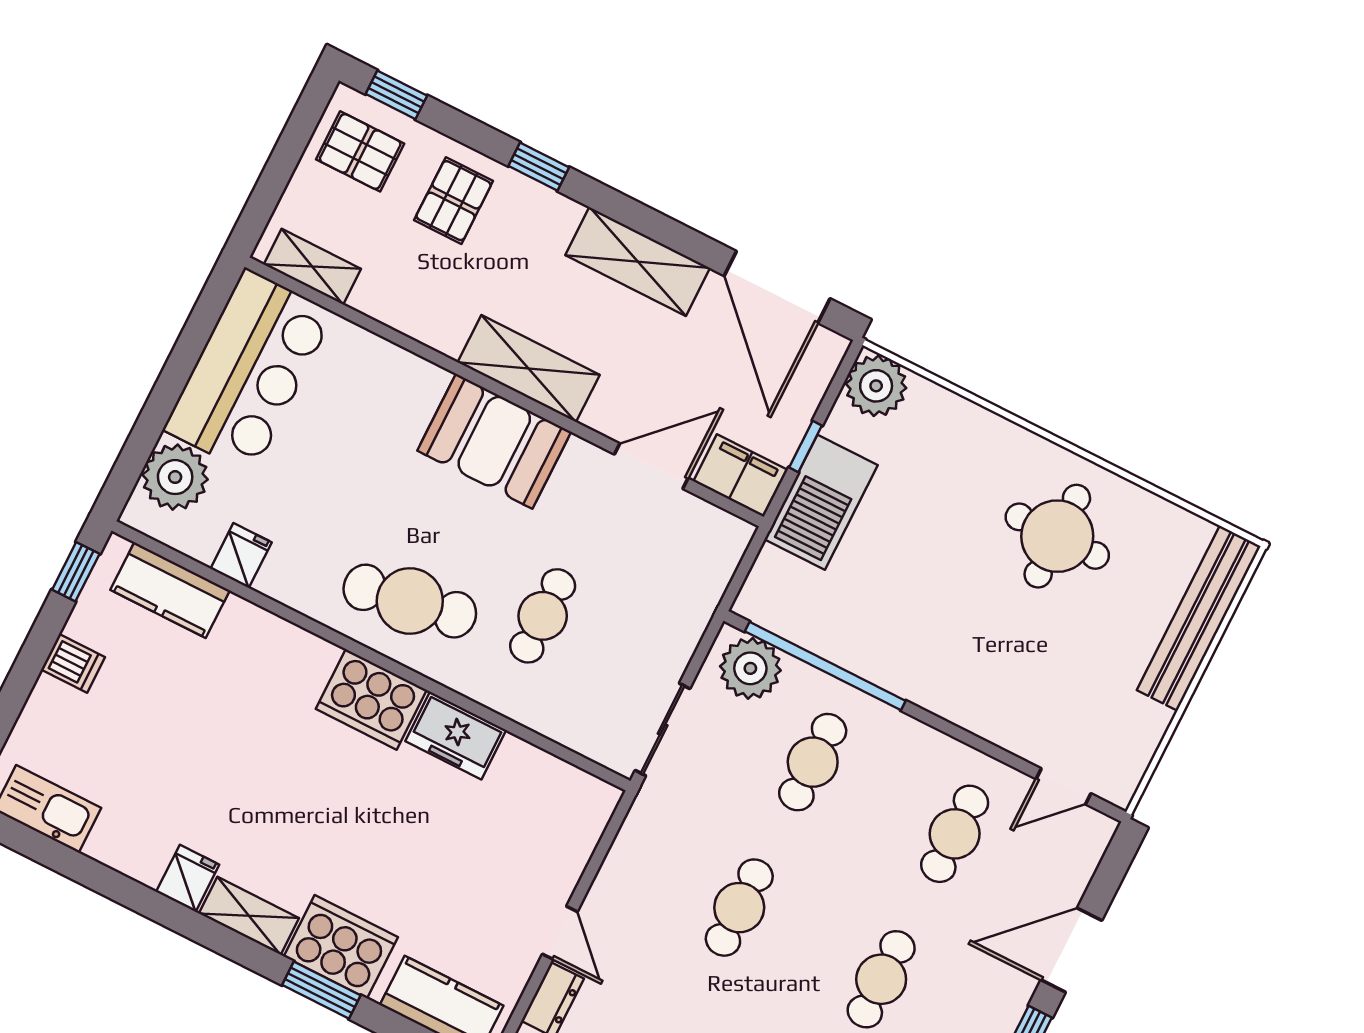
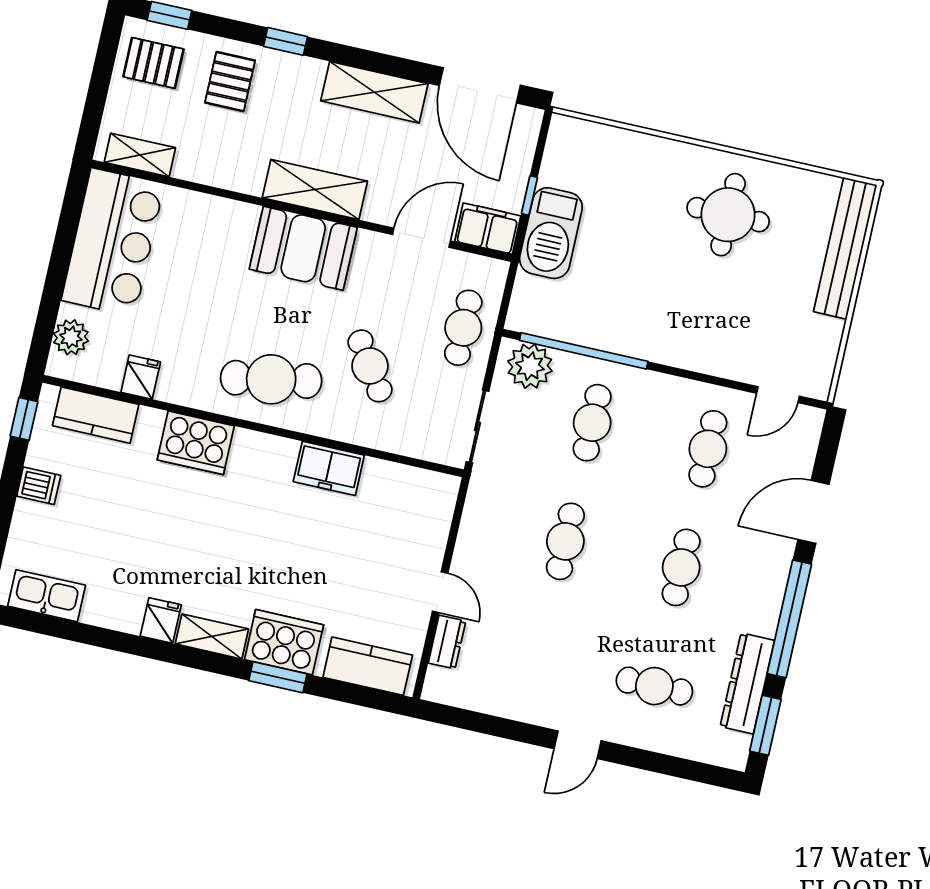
plant: (876, 386) -> (570, 139), removed
plant: (175, 477) -> (71, 337), width x0.73, depth x0.73
cafe table: (676, 597) -> (463, 328), added
cafe table: (543, 616) -> (370, 366), turned -34
cooker: (371, 699) -> (196, 443), moved

